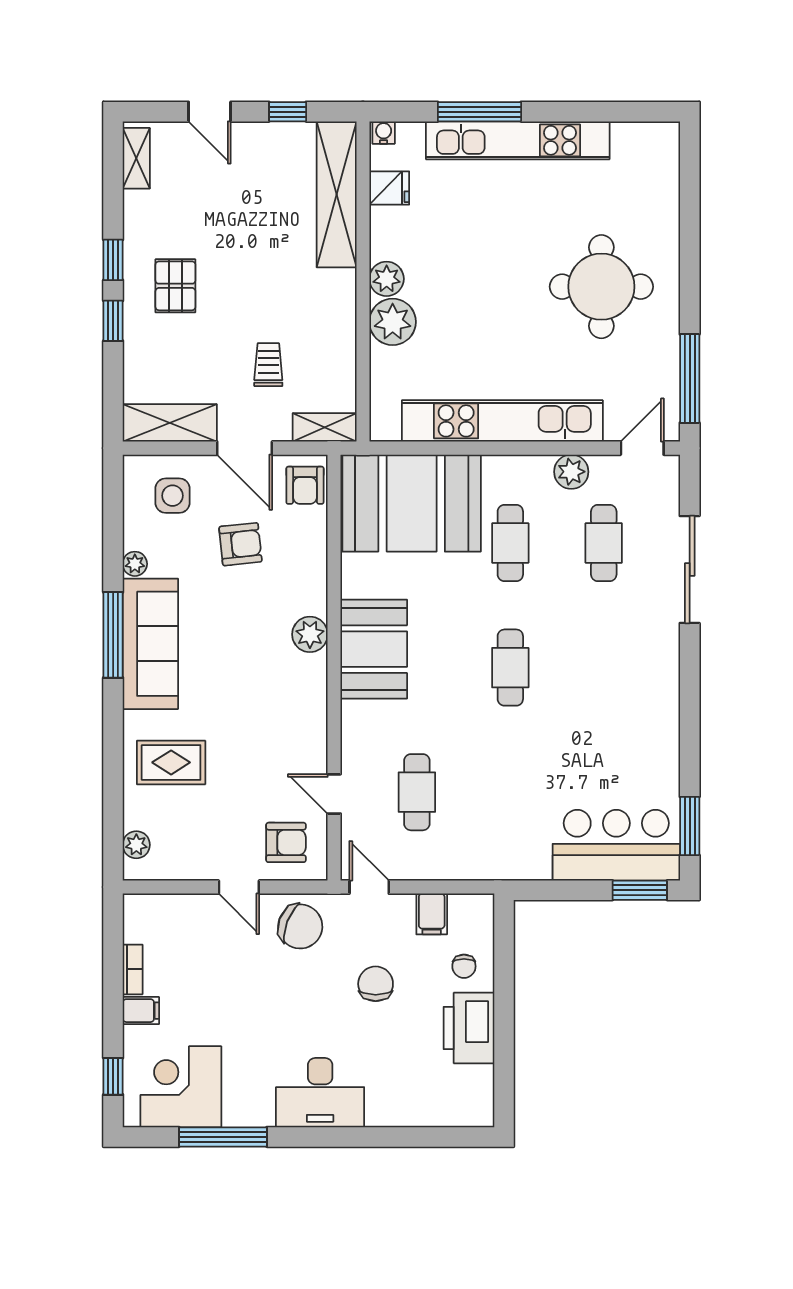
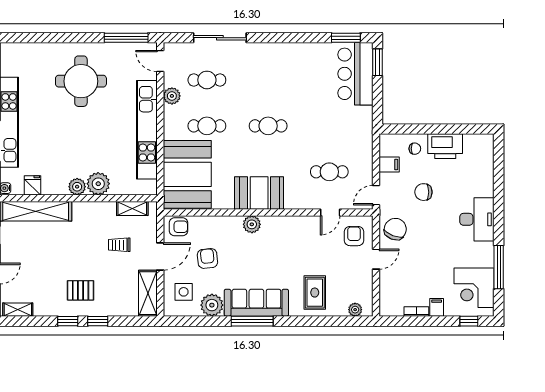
shelving: (325, 427) -> (132, 208), moved, turned 90
plant: (135, 564) -> (212, 305), width x1.88, depth x1.88

